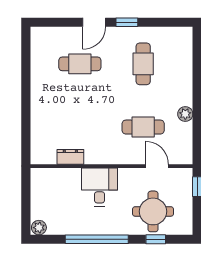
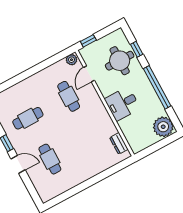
plant: (185, 114) -> (72, 60), moved
dresser: (70, 157) -> (119, 143), moved
plant: (39, 228) -> (163, 127), width x1.88, depth x1.88

